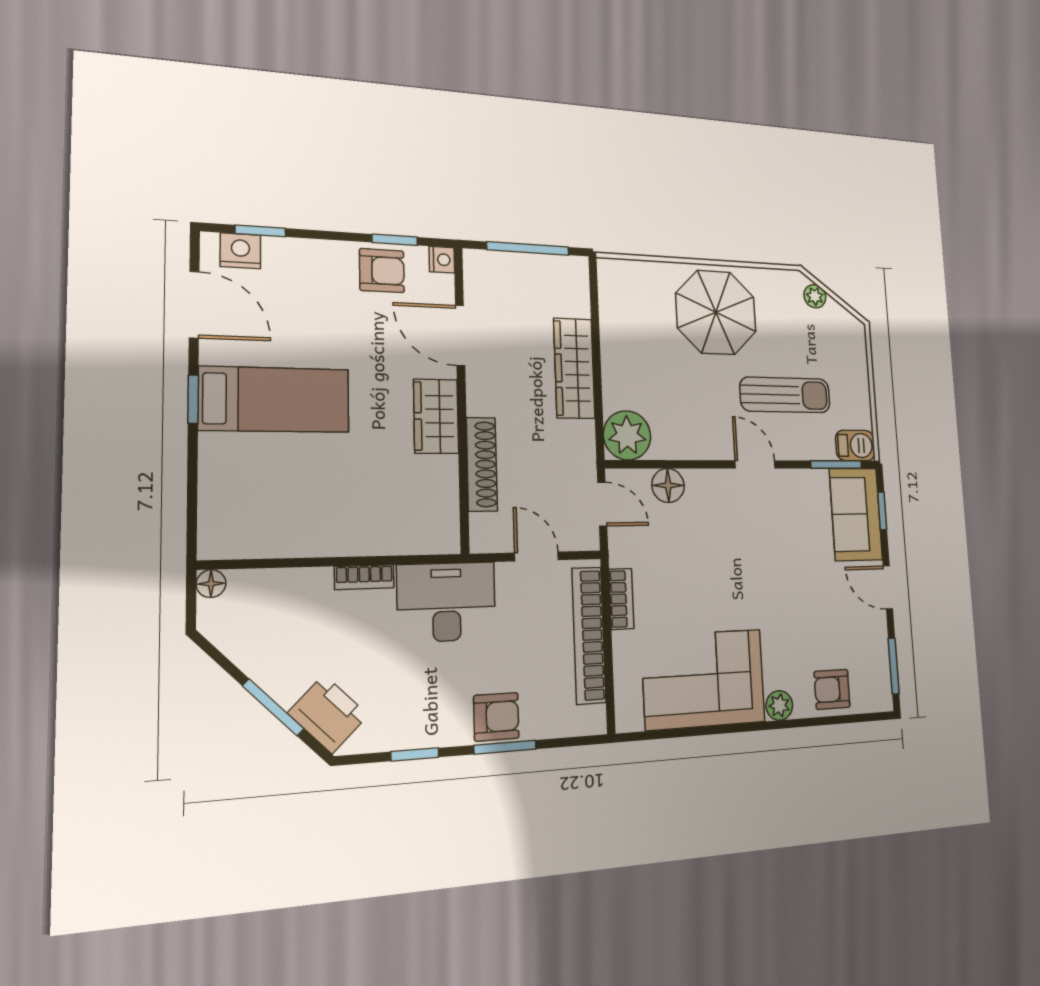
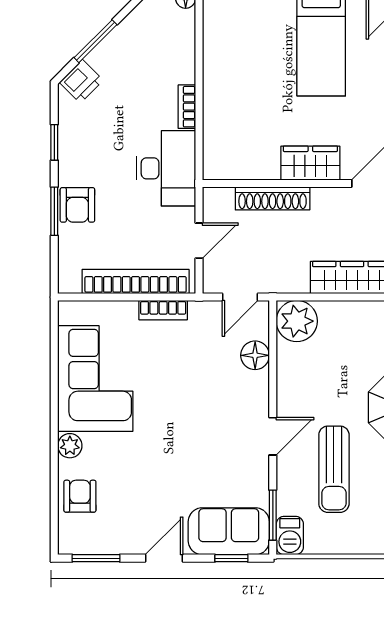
printer: (328, 714) -> (81, 81), width x0.73, depth x0.81

